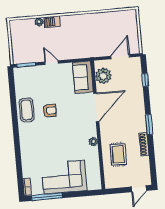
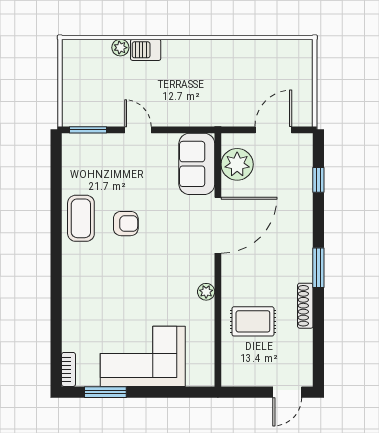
rug: (118, 154) -> (253, 321), turned 90
window: (47, 197) -> (105, 392), width x0.69

